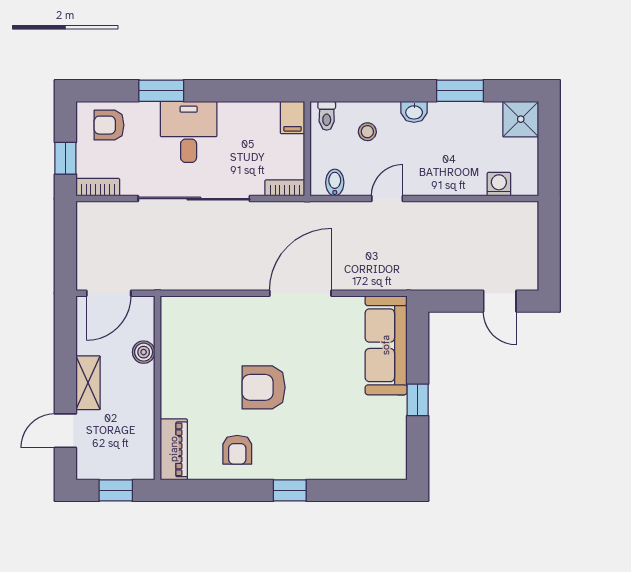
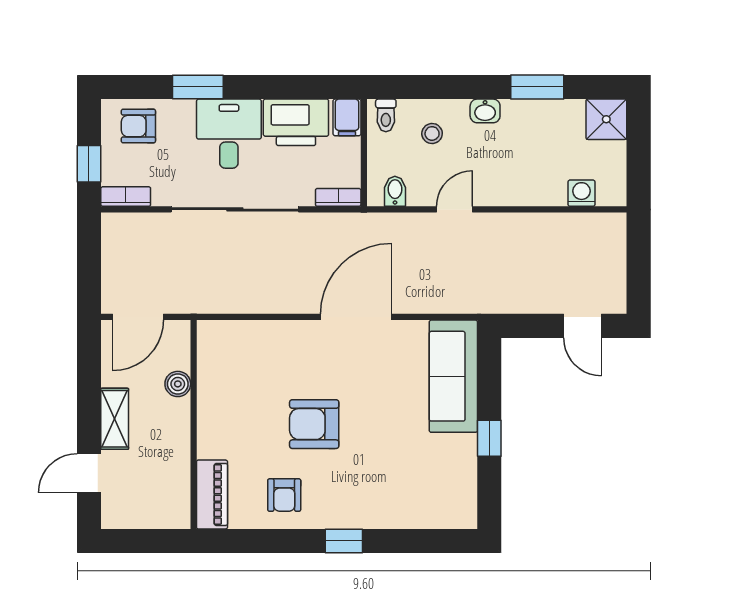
printer: (248, 122) -> (296, 122), added
window: (116, 490) -> (146, 541), removed

